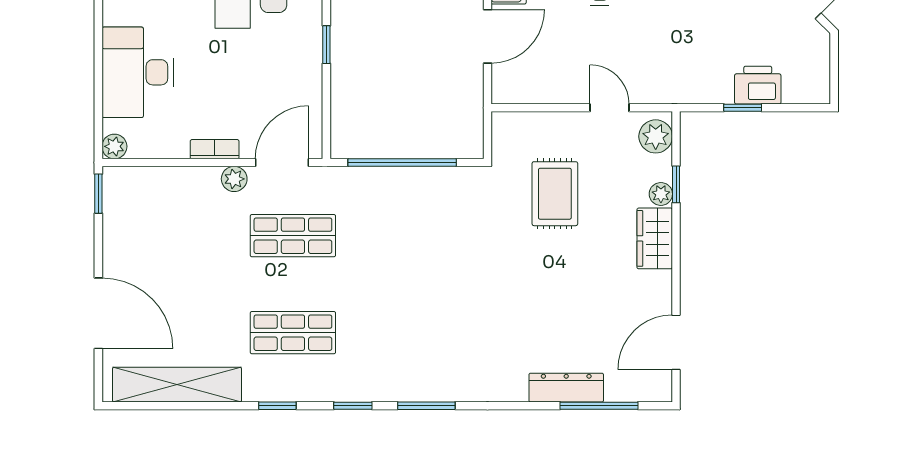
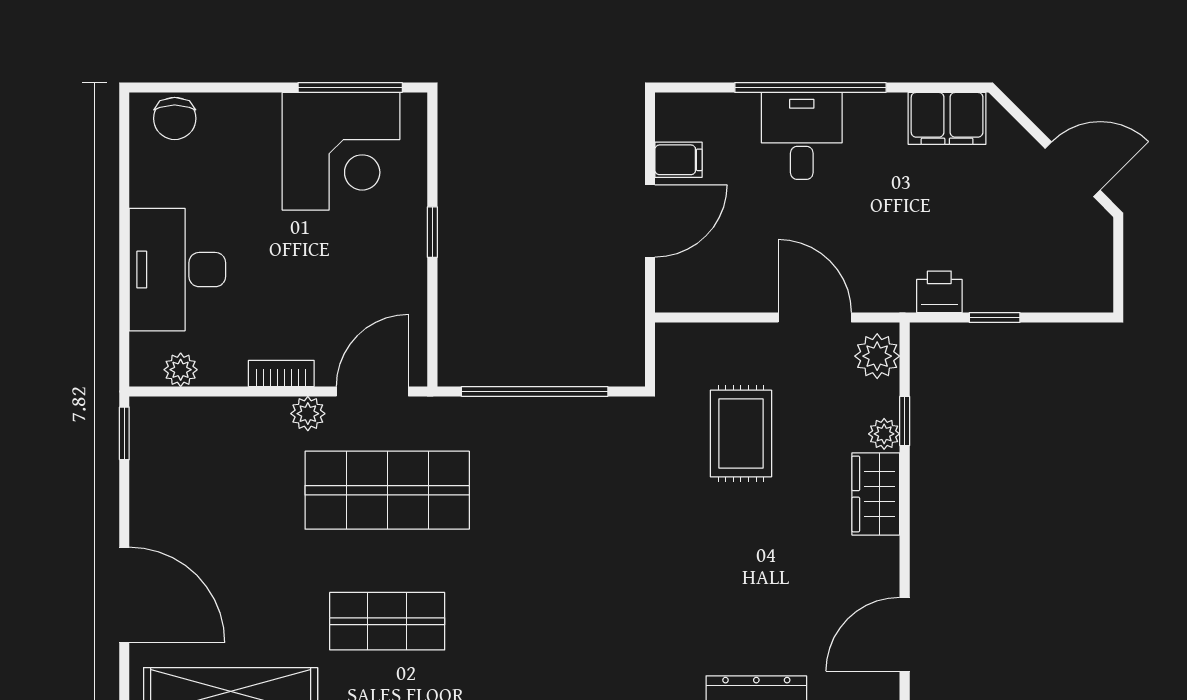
printer: (758, 85) -> (939, 292), moved, width x0.73, depth x0.81
door: (610, 108) -> (815, 318), width x1.38
plant: (114, 146) -> (181, 370), moved
shop shelf: (293, 236) -> (387, 490), width x1.43, depth x1.36

